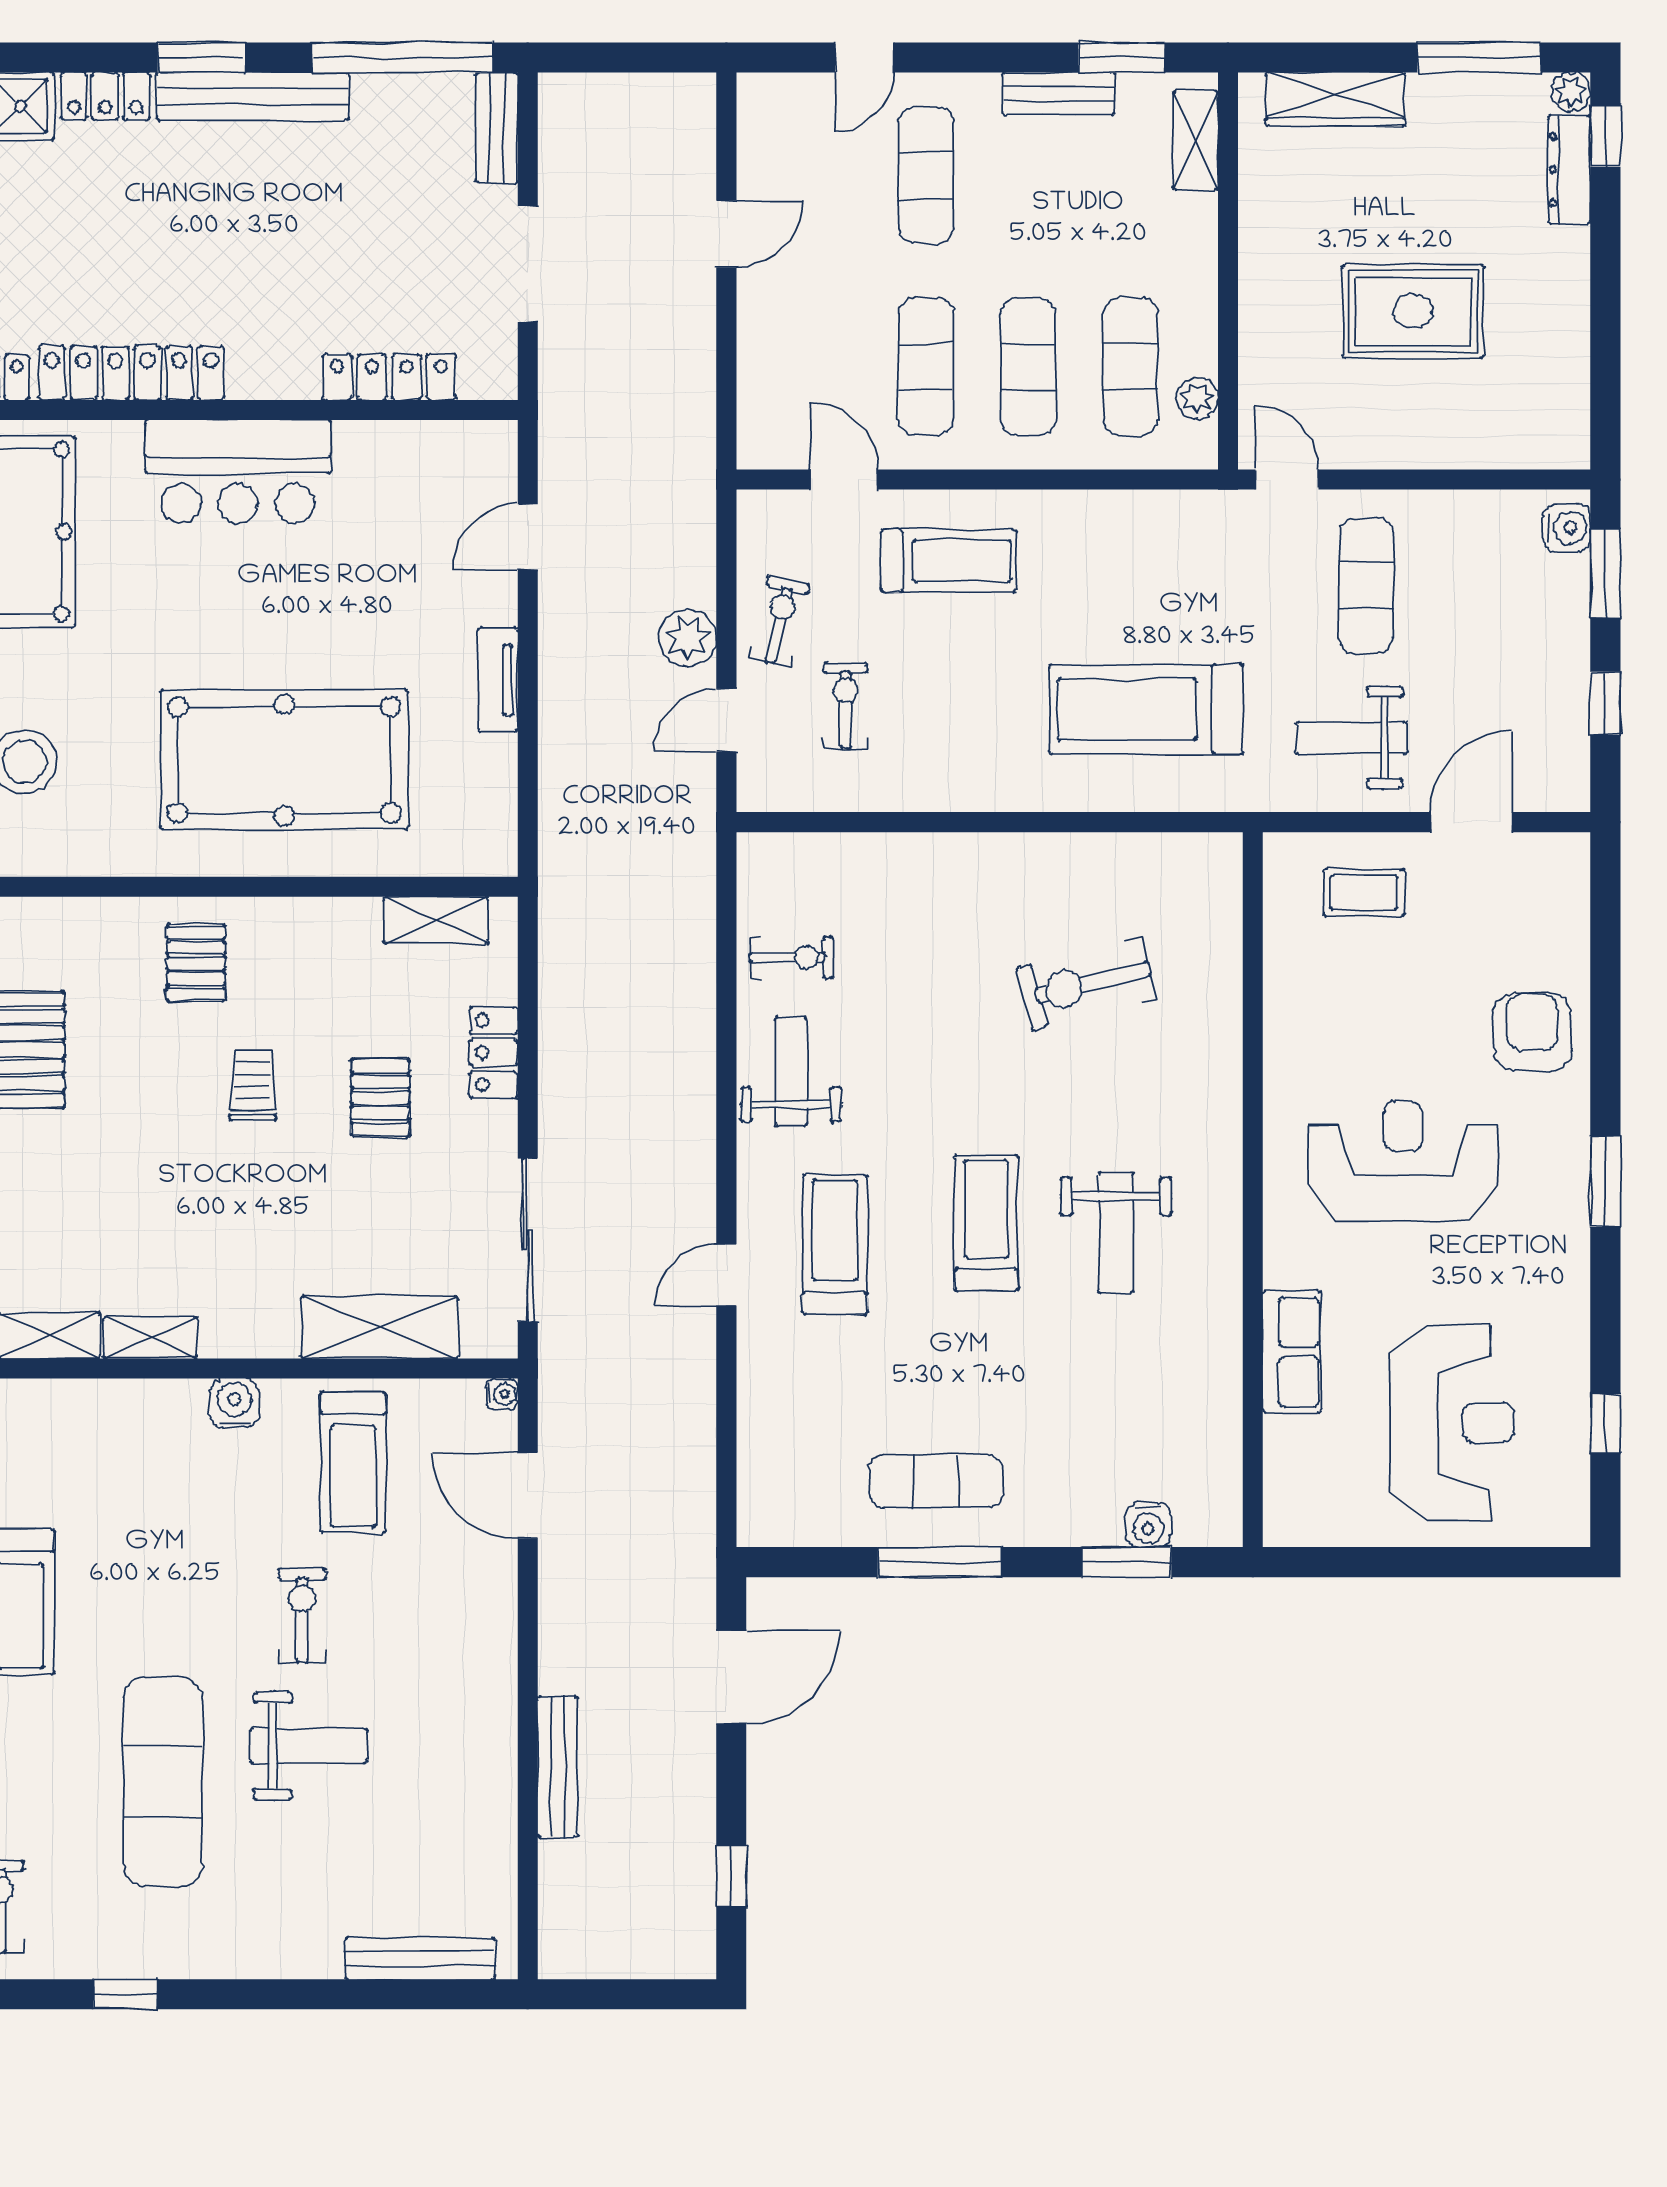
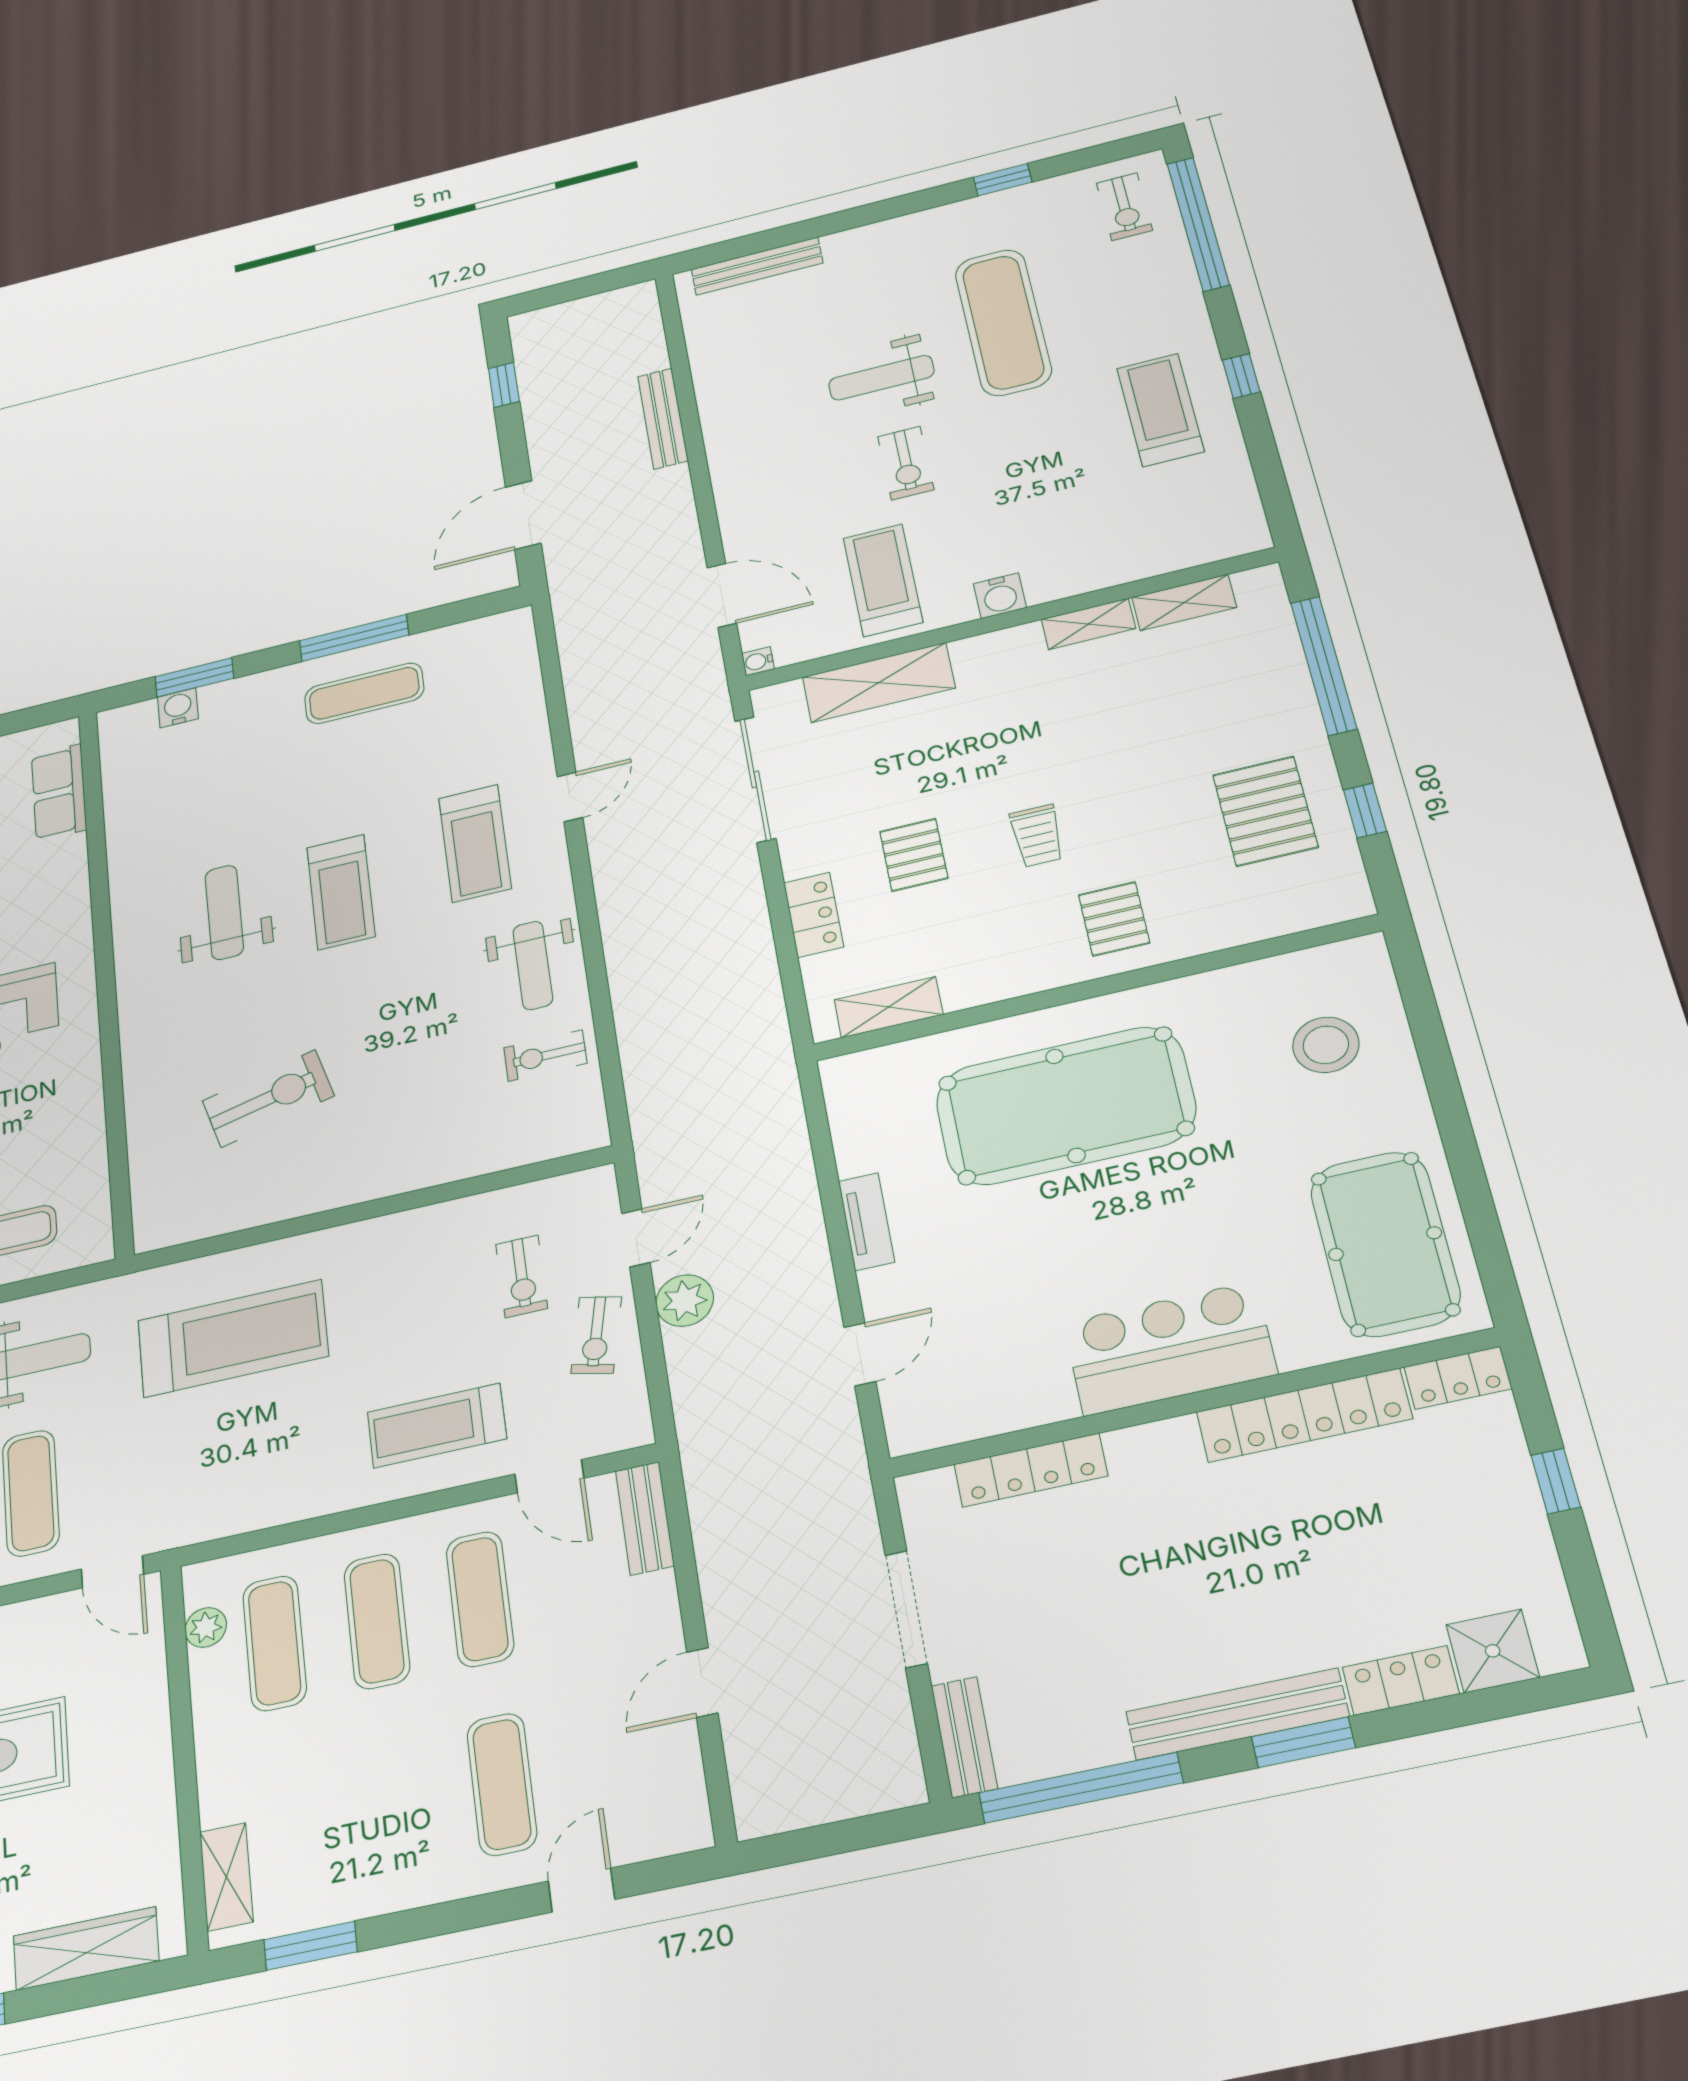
bench: (1059, 94) -> (645, 1518), moved, turned 90
row of seats: (1292, 1352) -> (59, 792), moved

